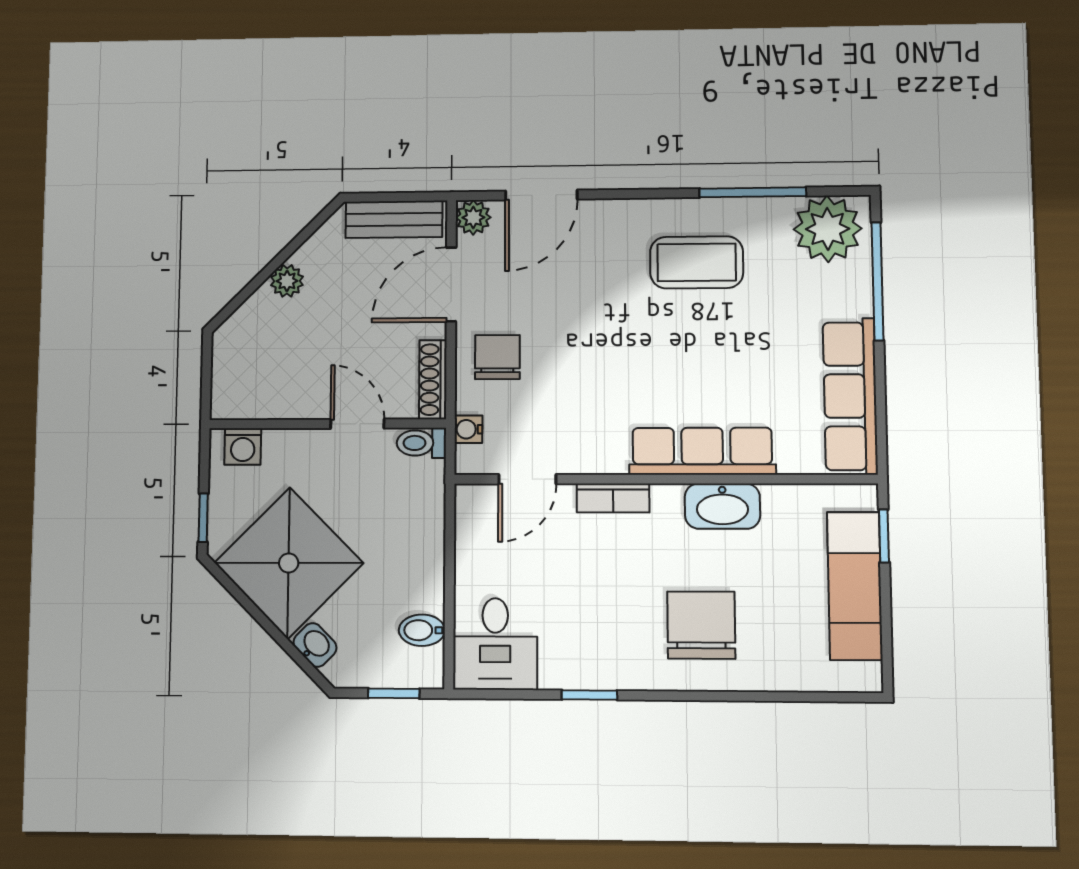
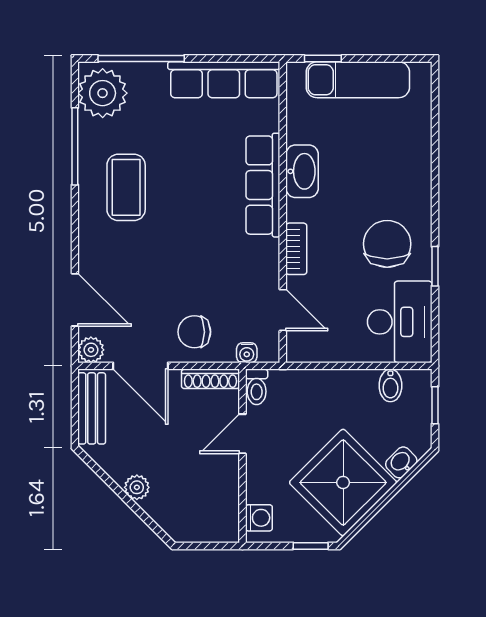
chair: (701, 625) -> (387, 244), moved, turned 90
desk: (495, 644) -> (400, 322), width x1.37

